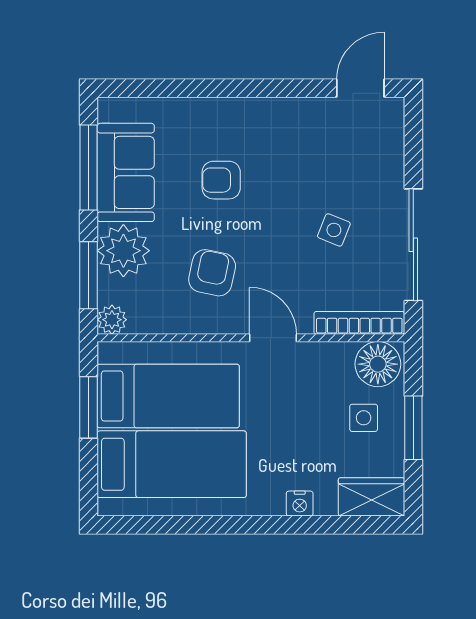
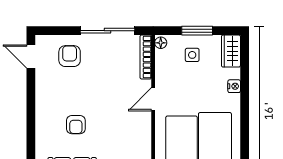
side table: (334, 230) -> (100, 69), removed
armchair: (212, 273) -> (70, 56), moved, turned 78
floor lamp: (378, 364) -> (161, 43), width x0.53, depth x0.53

